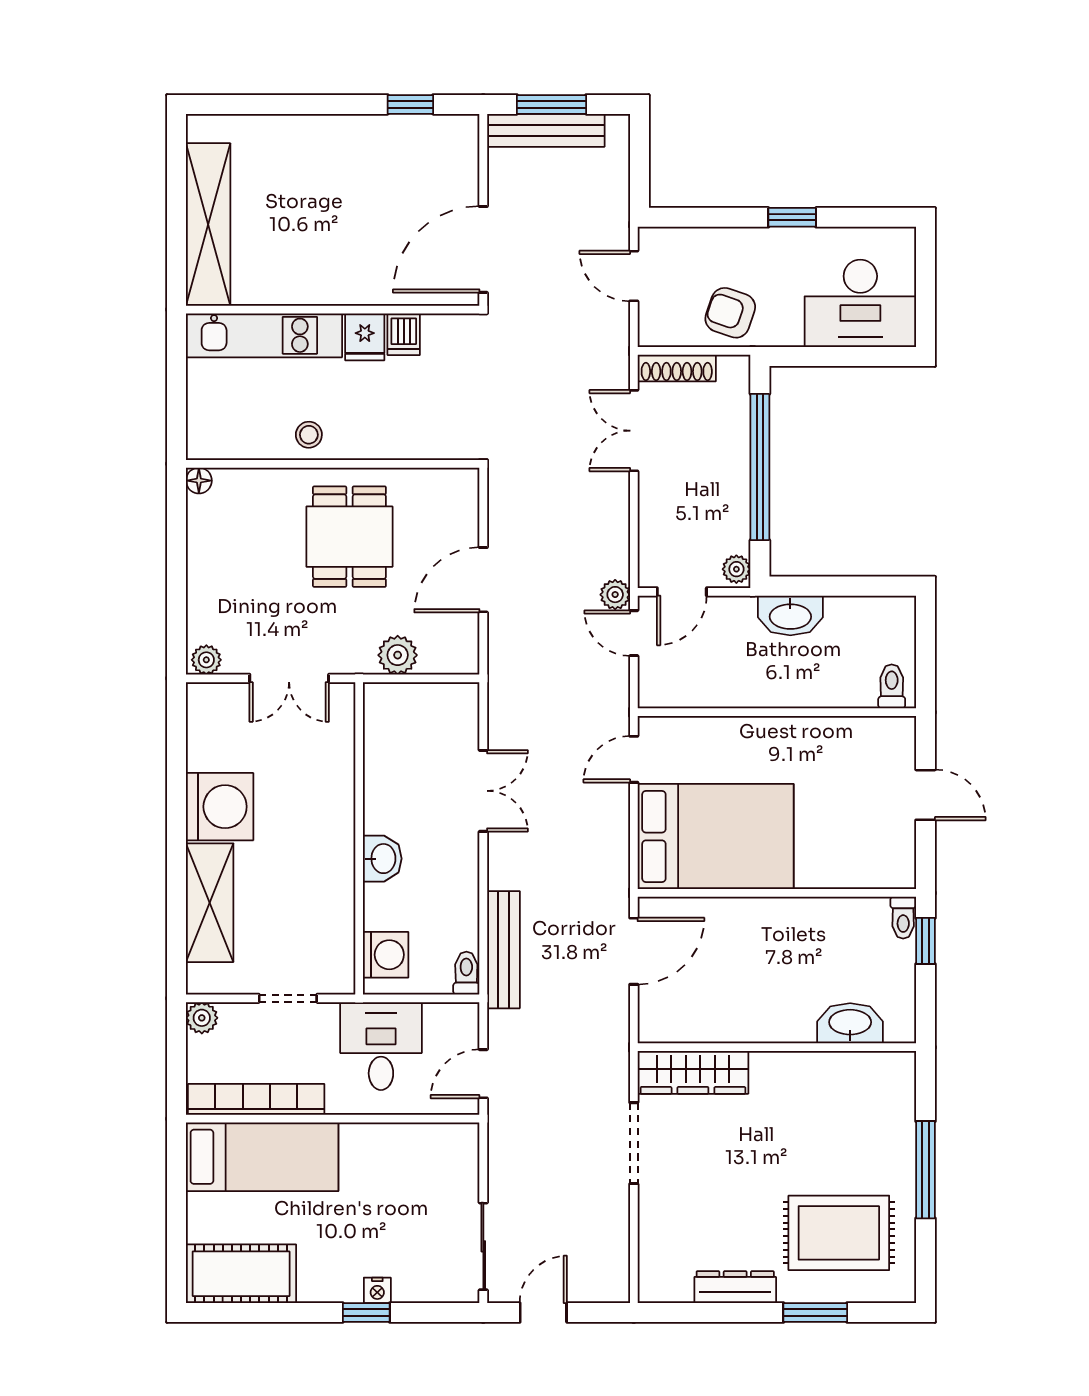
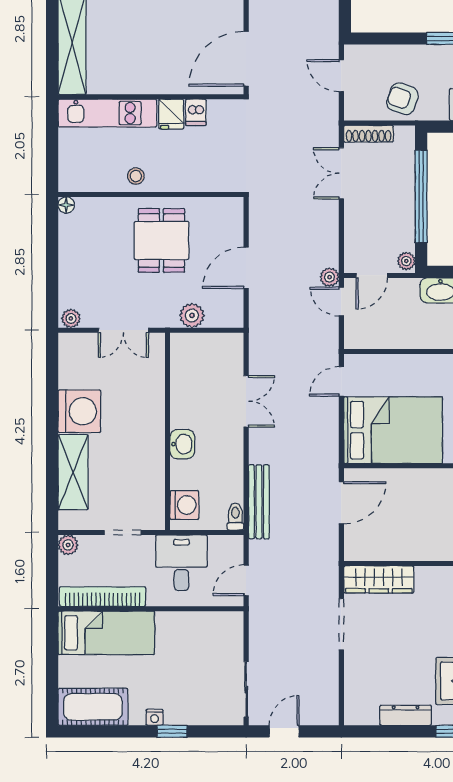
nightstand: (377, 1290) -> (155, 717), moved

